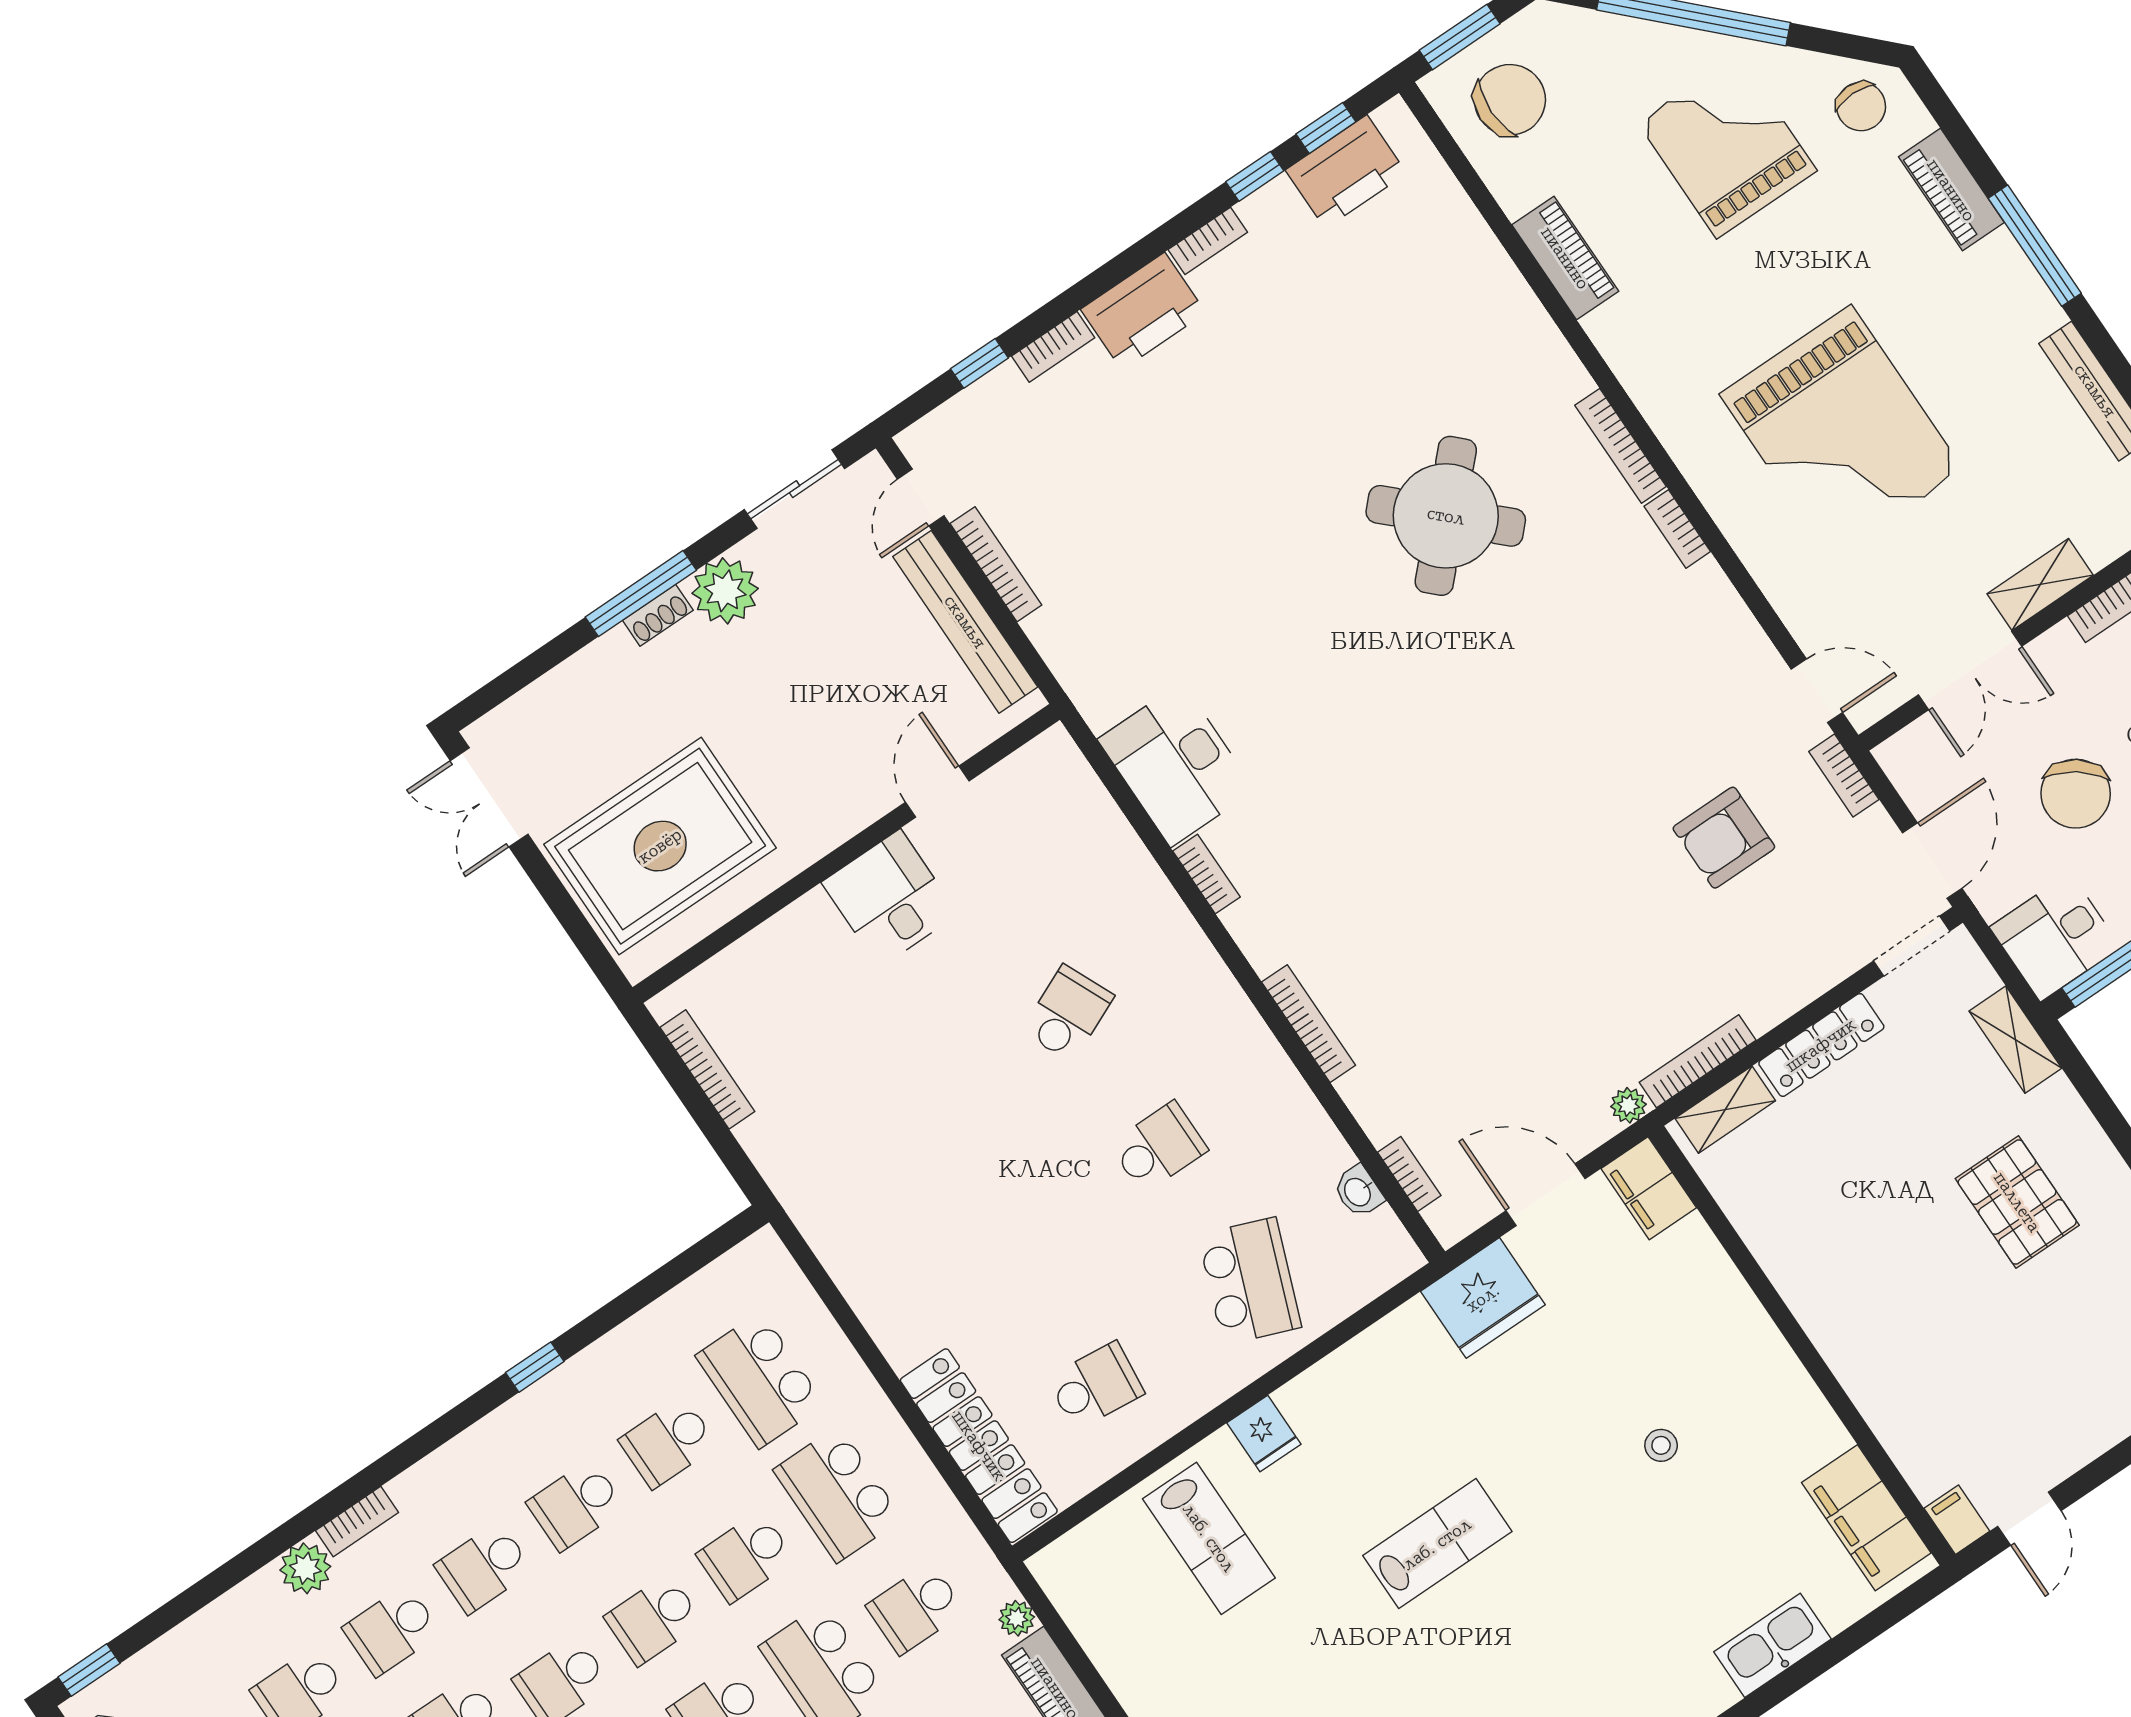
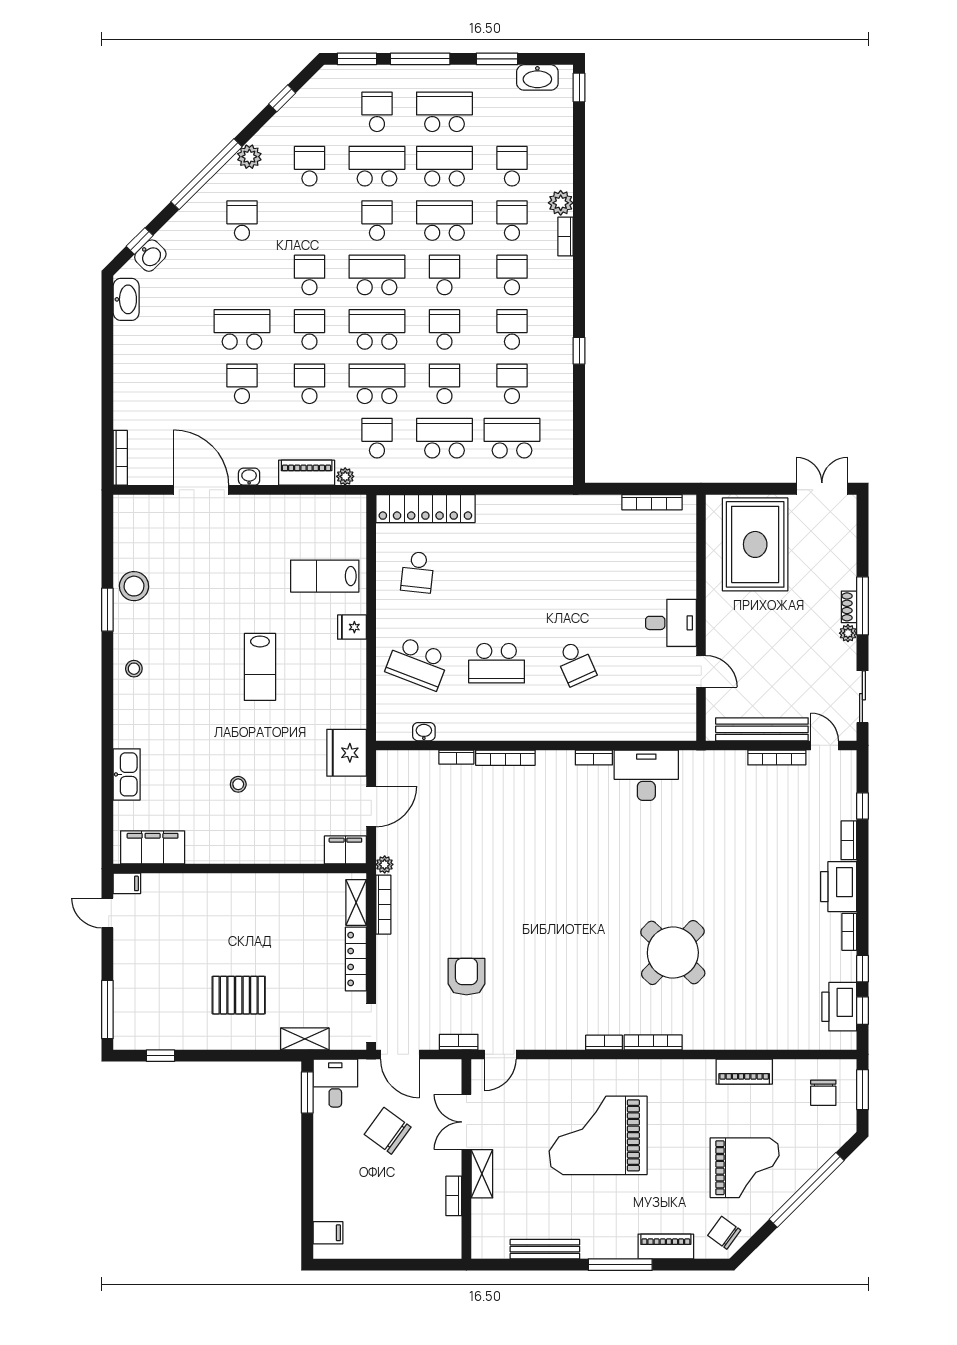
chair: (1510, 100) -> (823, 1093), width x0.73, depth x0.73
chair: (1861, 106) -> (724, 1233), turned 36
plant: (725, 591) -> (848, 633), width x0.53, depth x0.53
school desk: (1159, 1147) -> (497, 663), width x1.85
bookcase: (1409, 1174) -> (456, 757), moved

